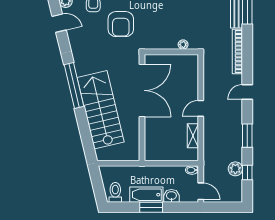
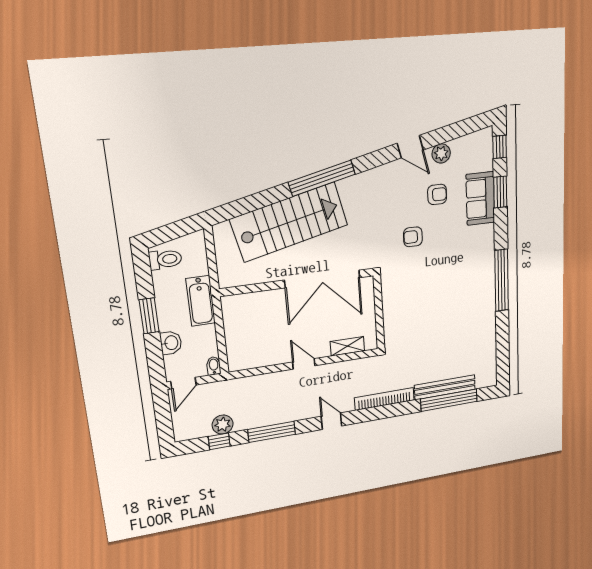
door: (59, 23) -> (410, 147), hinge flipped
armchair: (121, 24) -> (413, 237), width x0.53, depth x0.53
plant: (183, 45) -> (390, 326), removed
shelving: (193, 136) -> (347, 346), moved
window: (247, 136) -> (272, 432), width x1.44
bathtub: (146, 195) -> (201, 301), moved, turned 180

